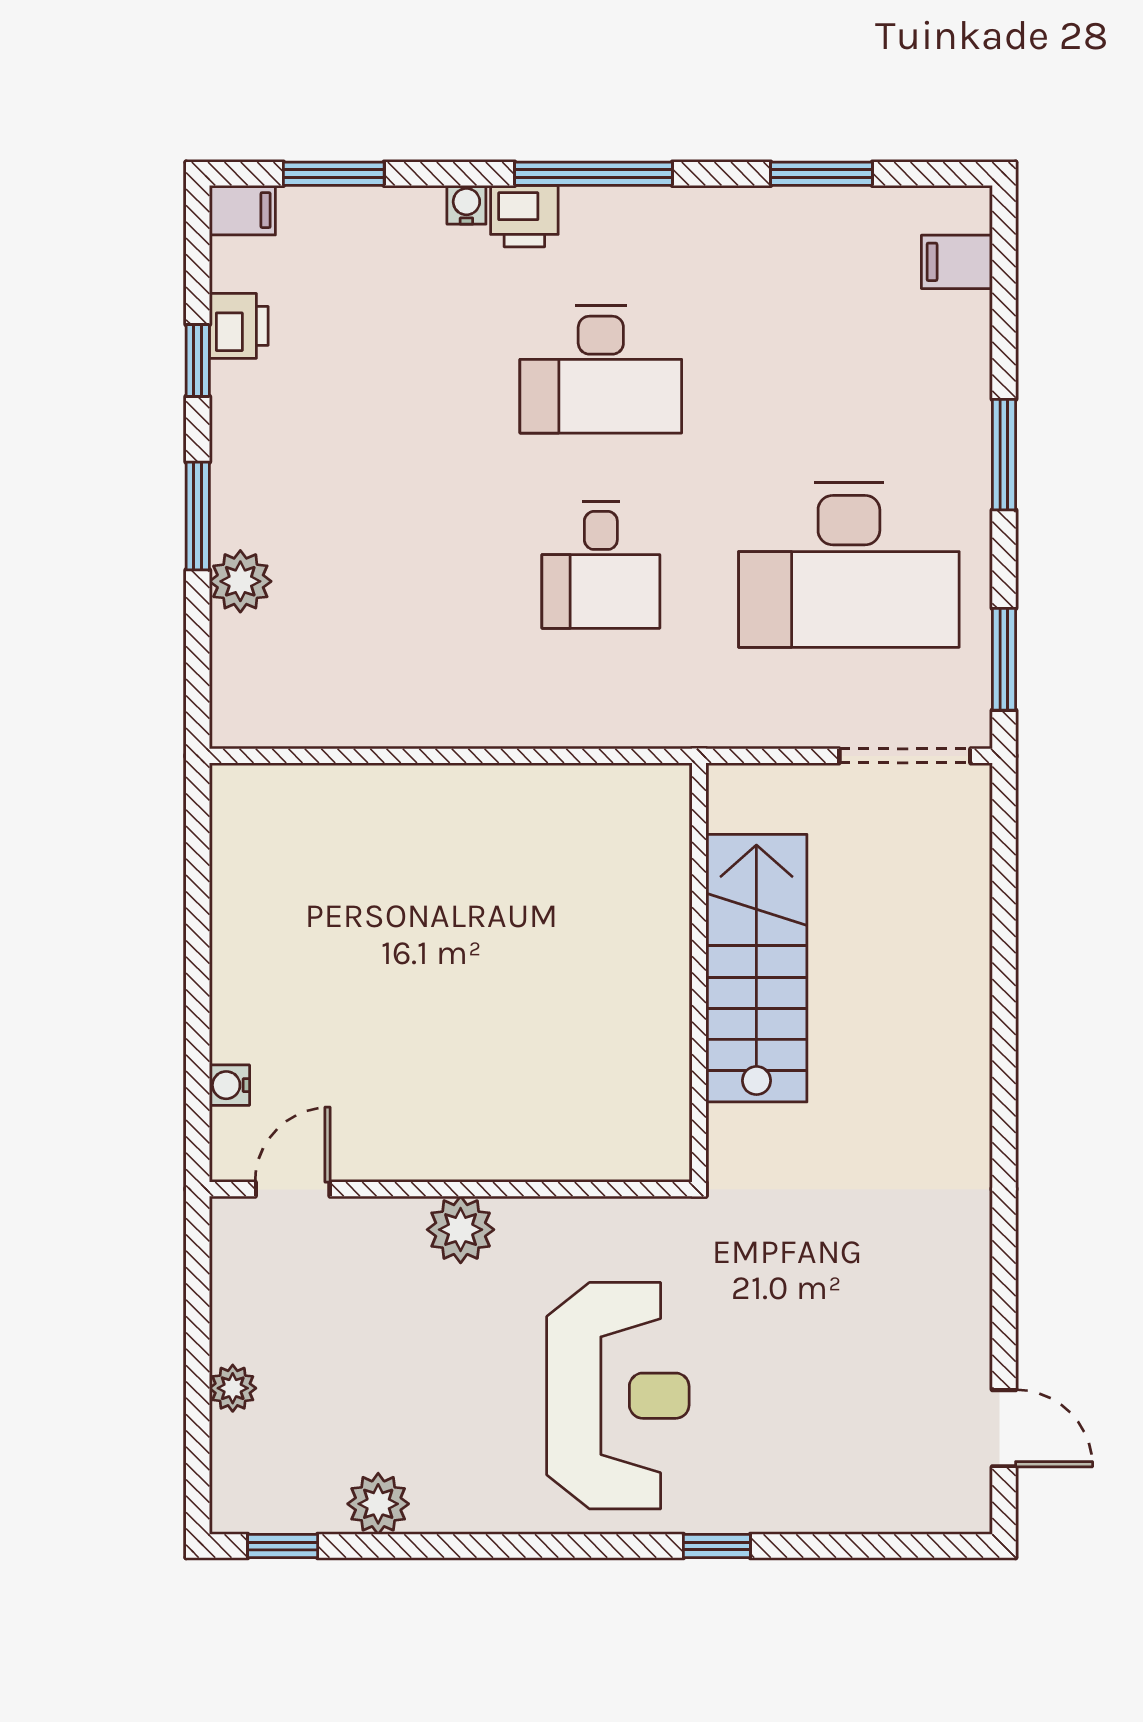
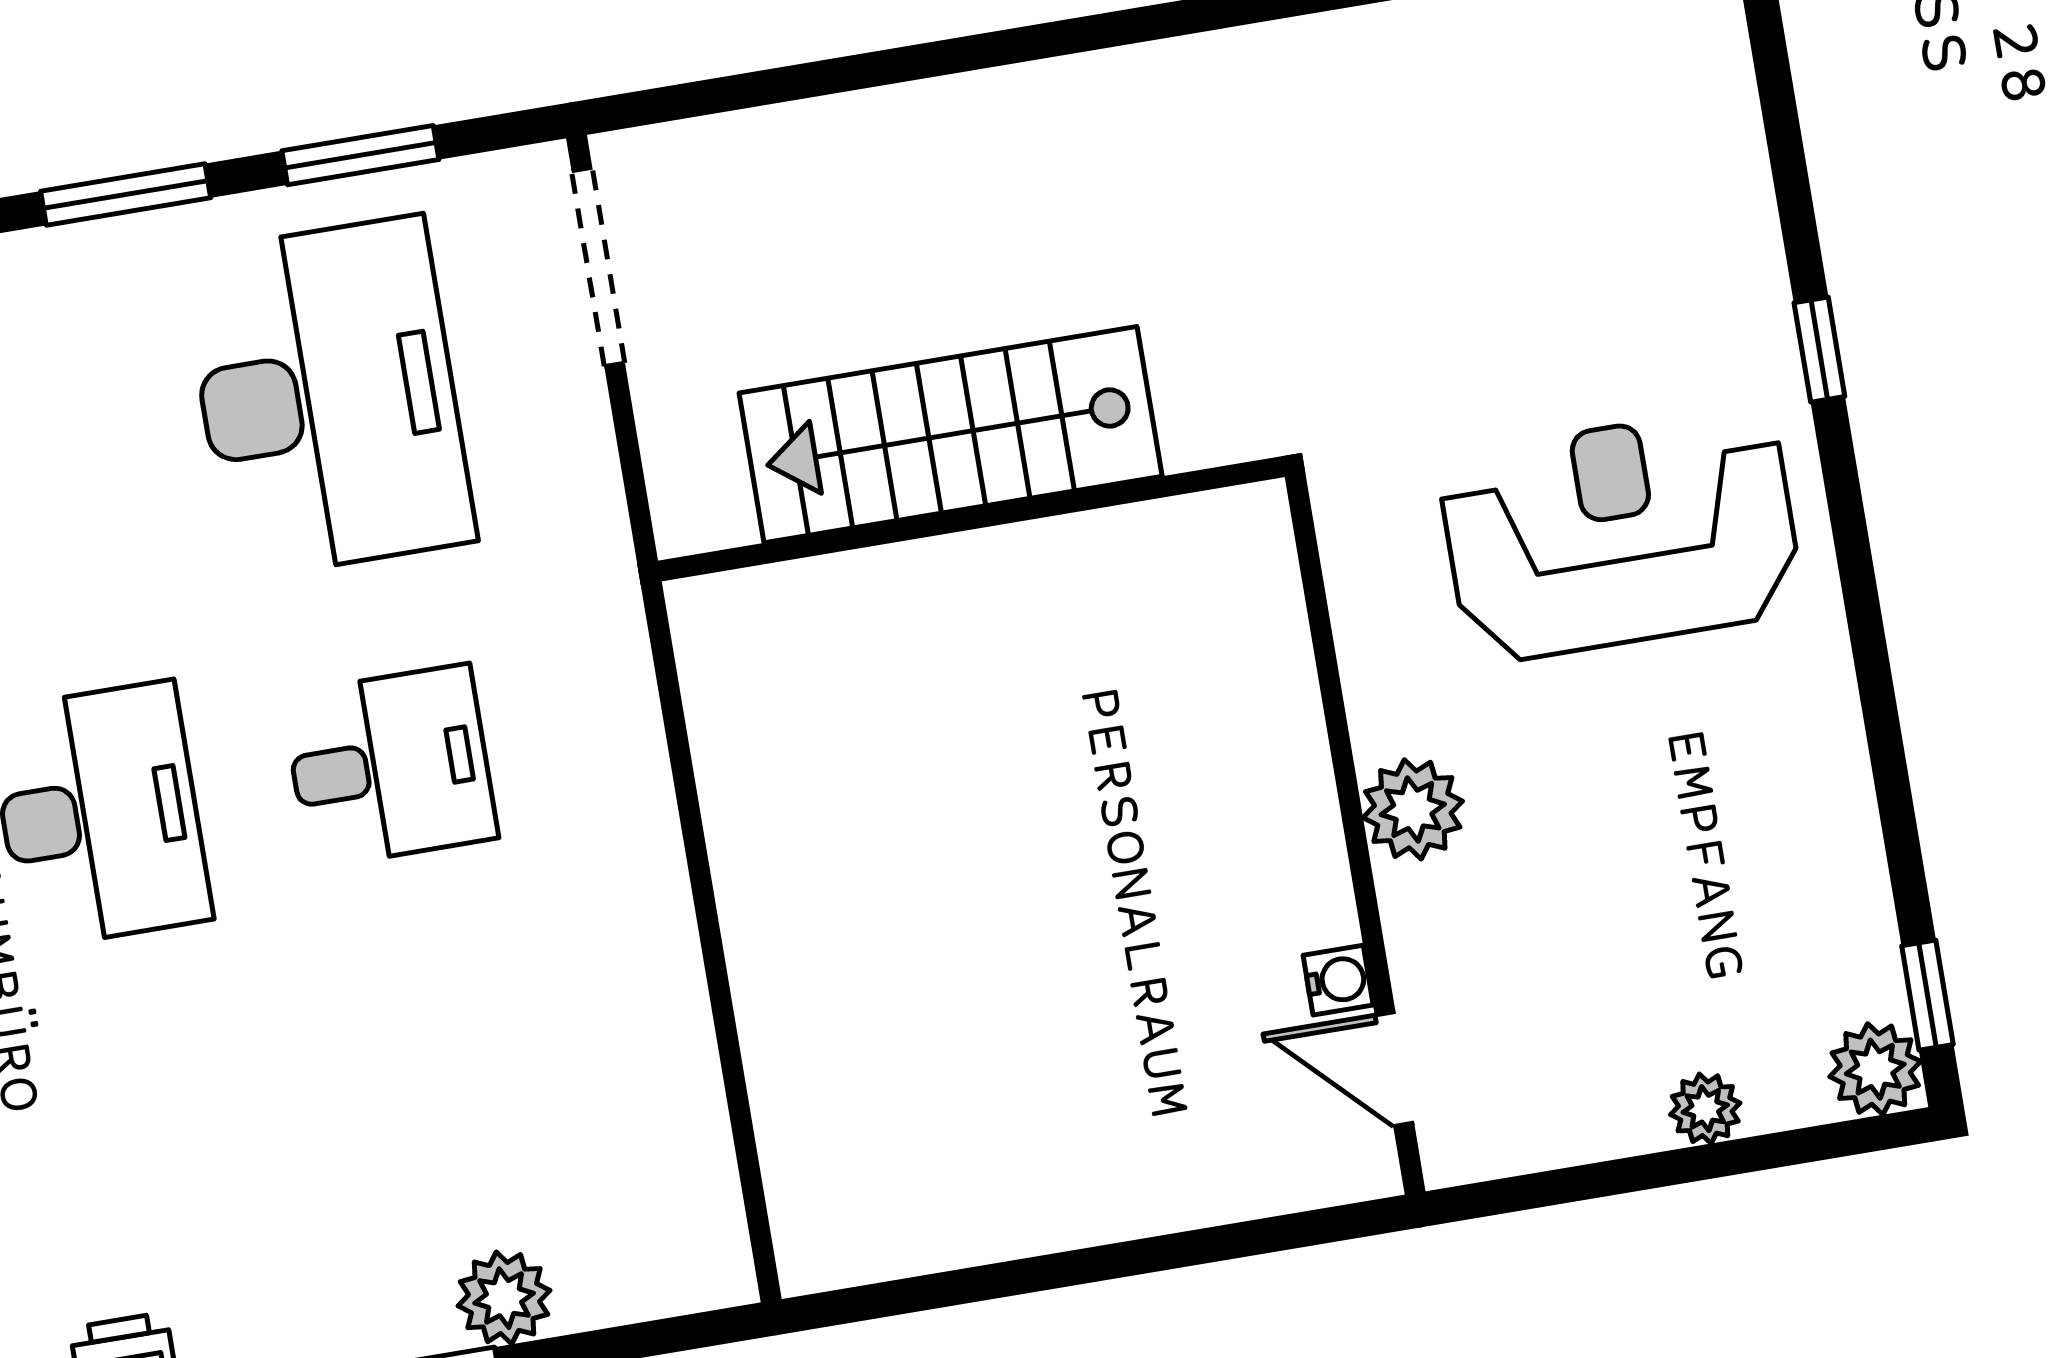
window: (1004, 659) -> (360, 155), moved
water cooler: (229, 1085) -> (1338, 980), moved, turned -90
plant: (378, 1504) -> (1875, 1069), moved

